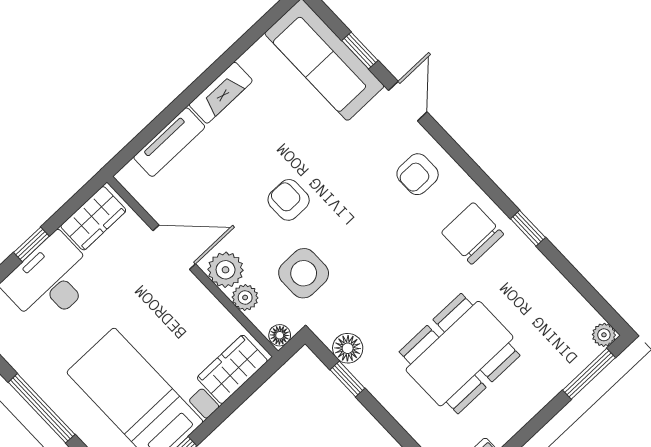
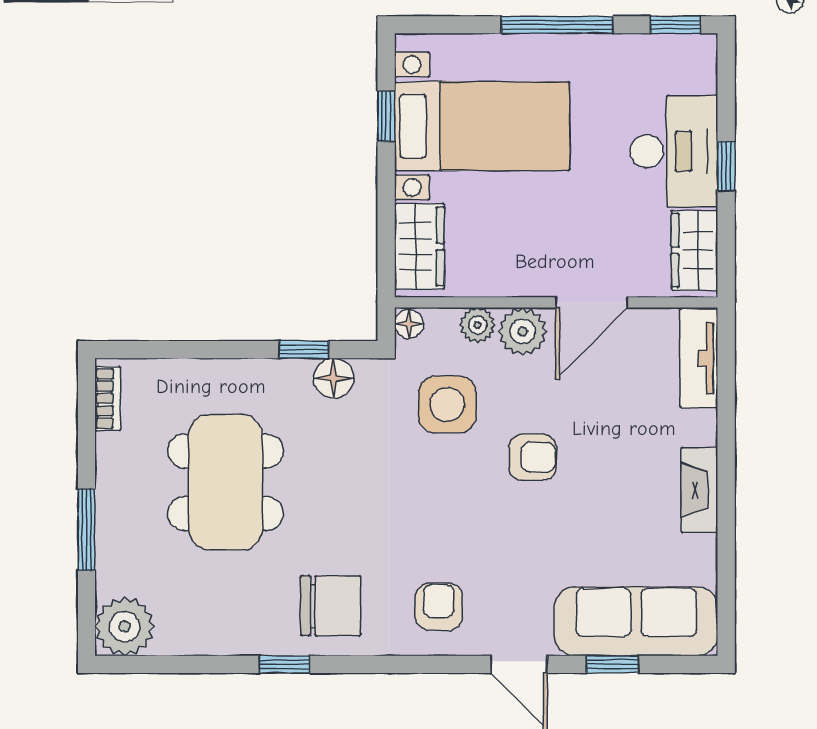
tv unit: (169, 142) -> (699, 358), moved
plant: (604, 335) -> (125, 626), width x1.88, depth x1.88
window: (589, 374) -> (87, 530), moved

